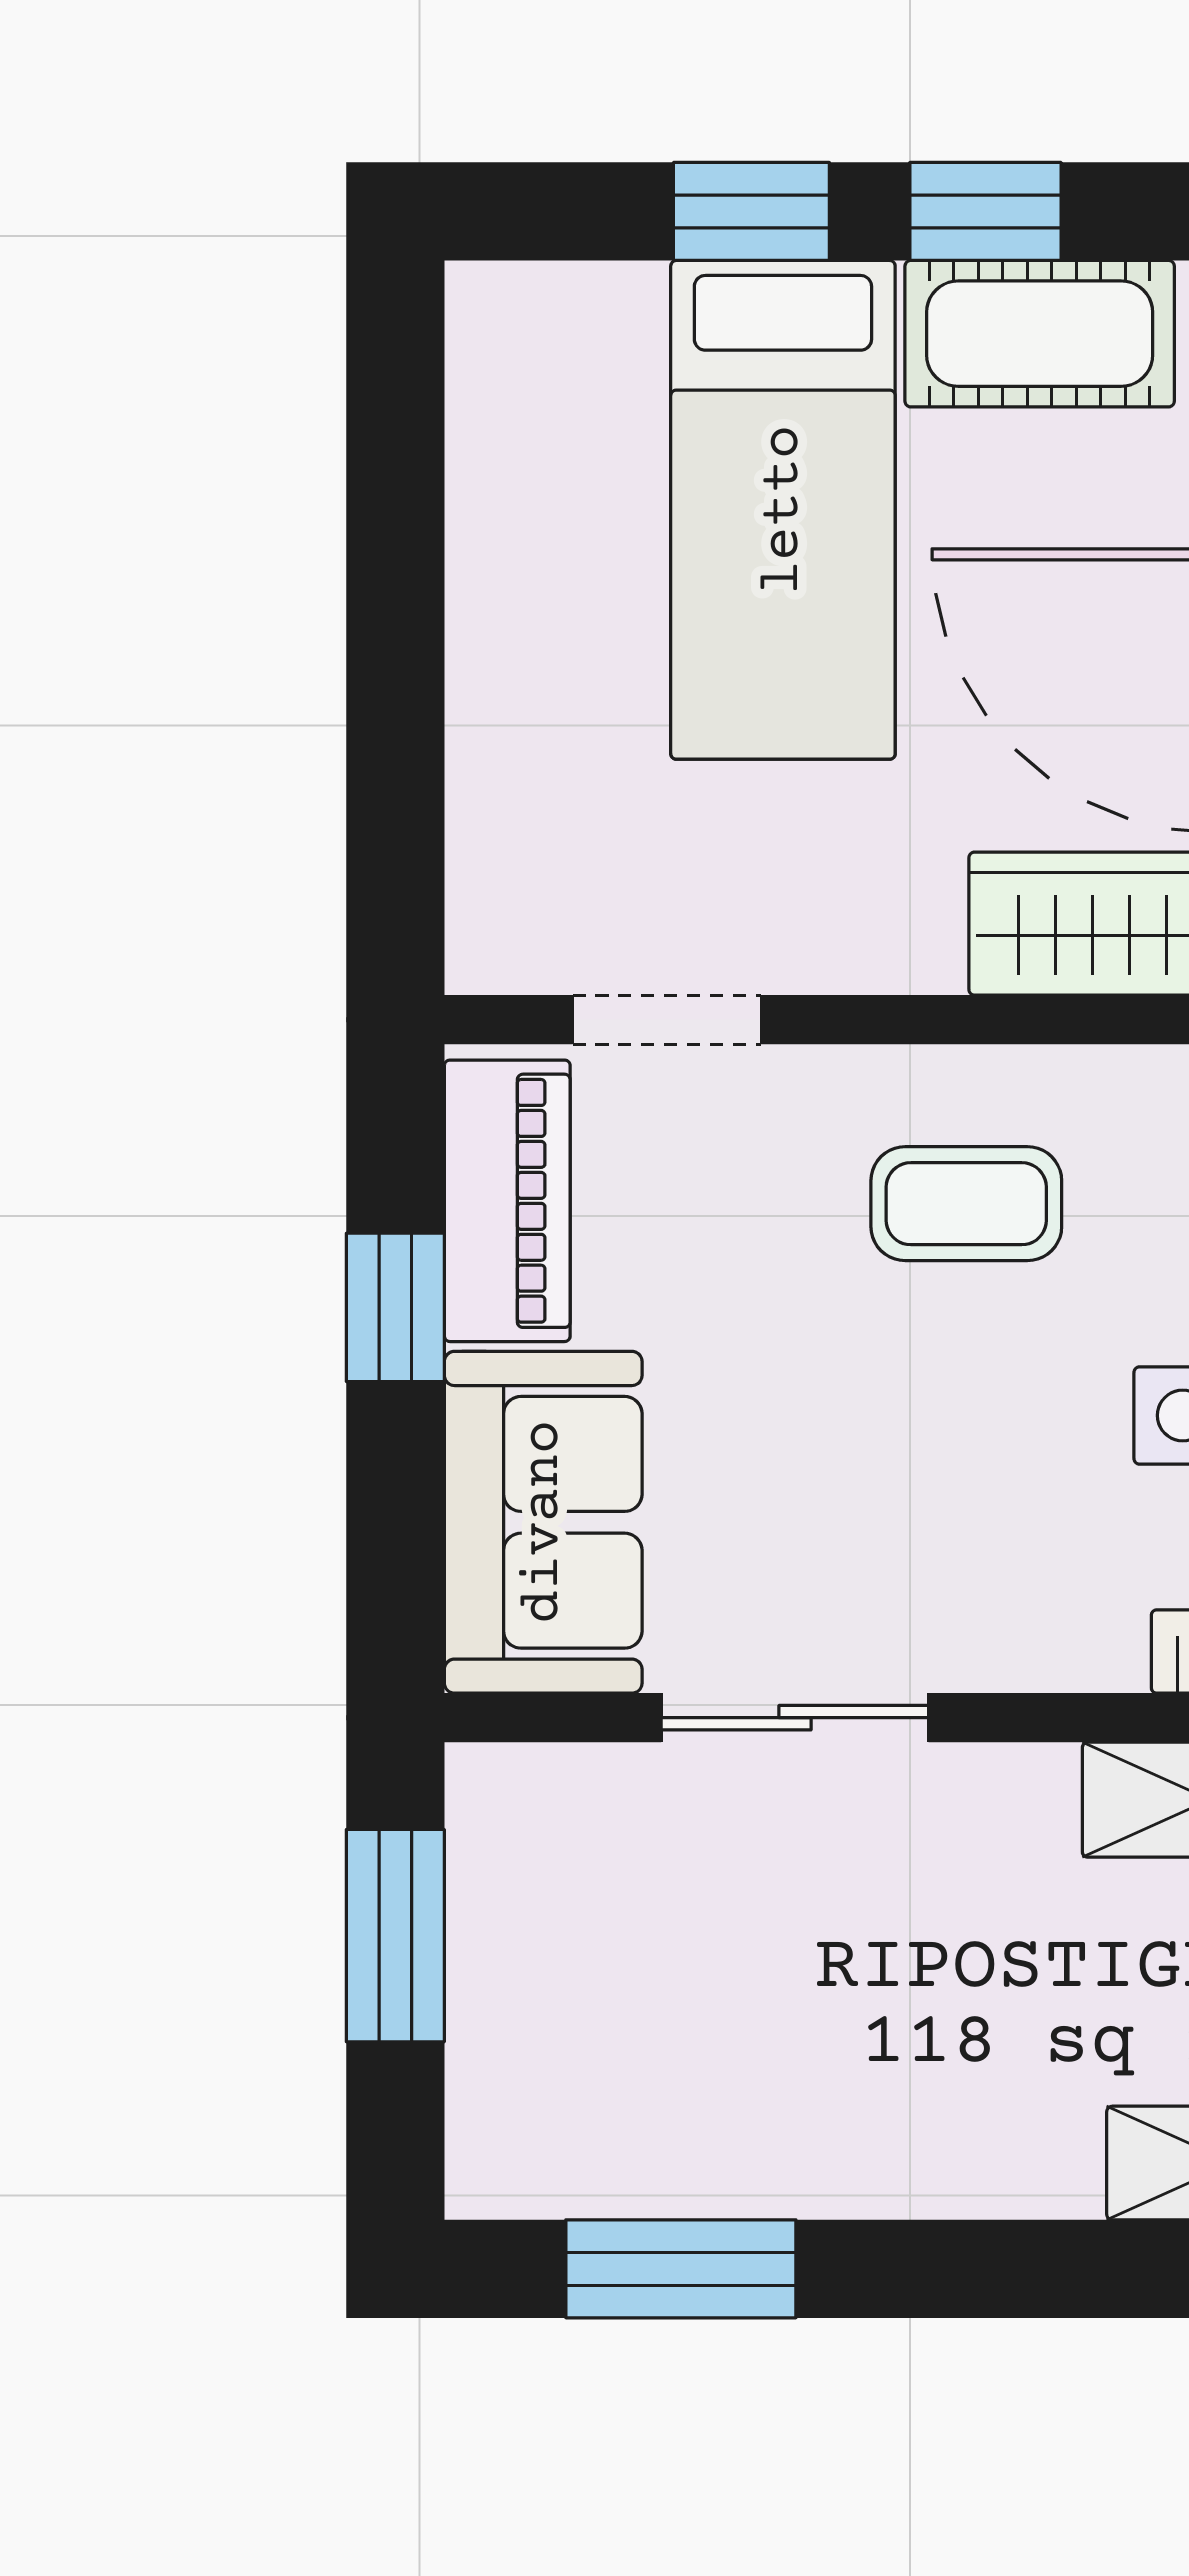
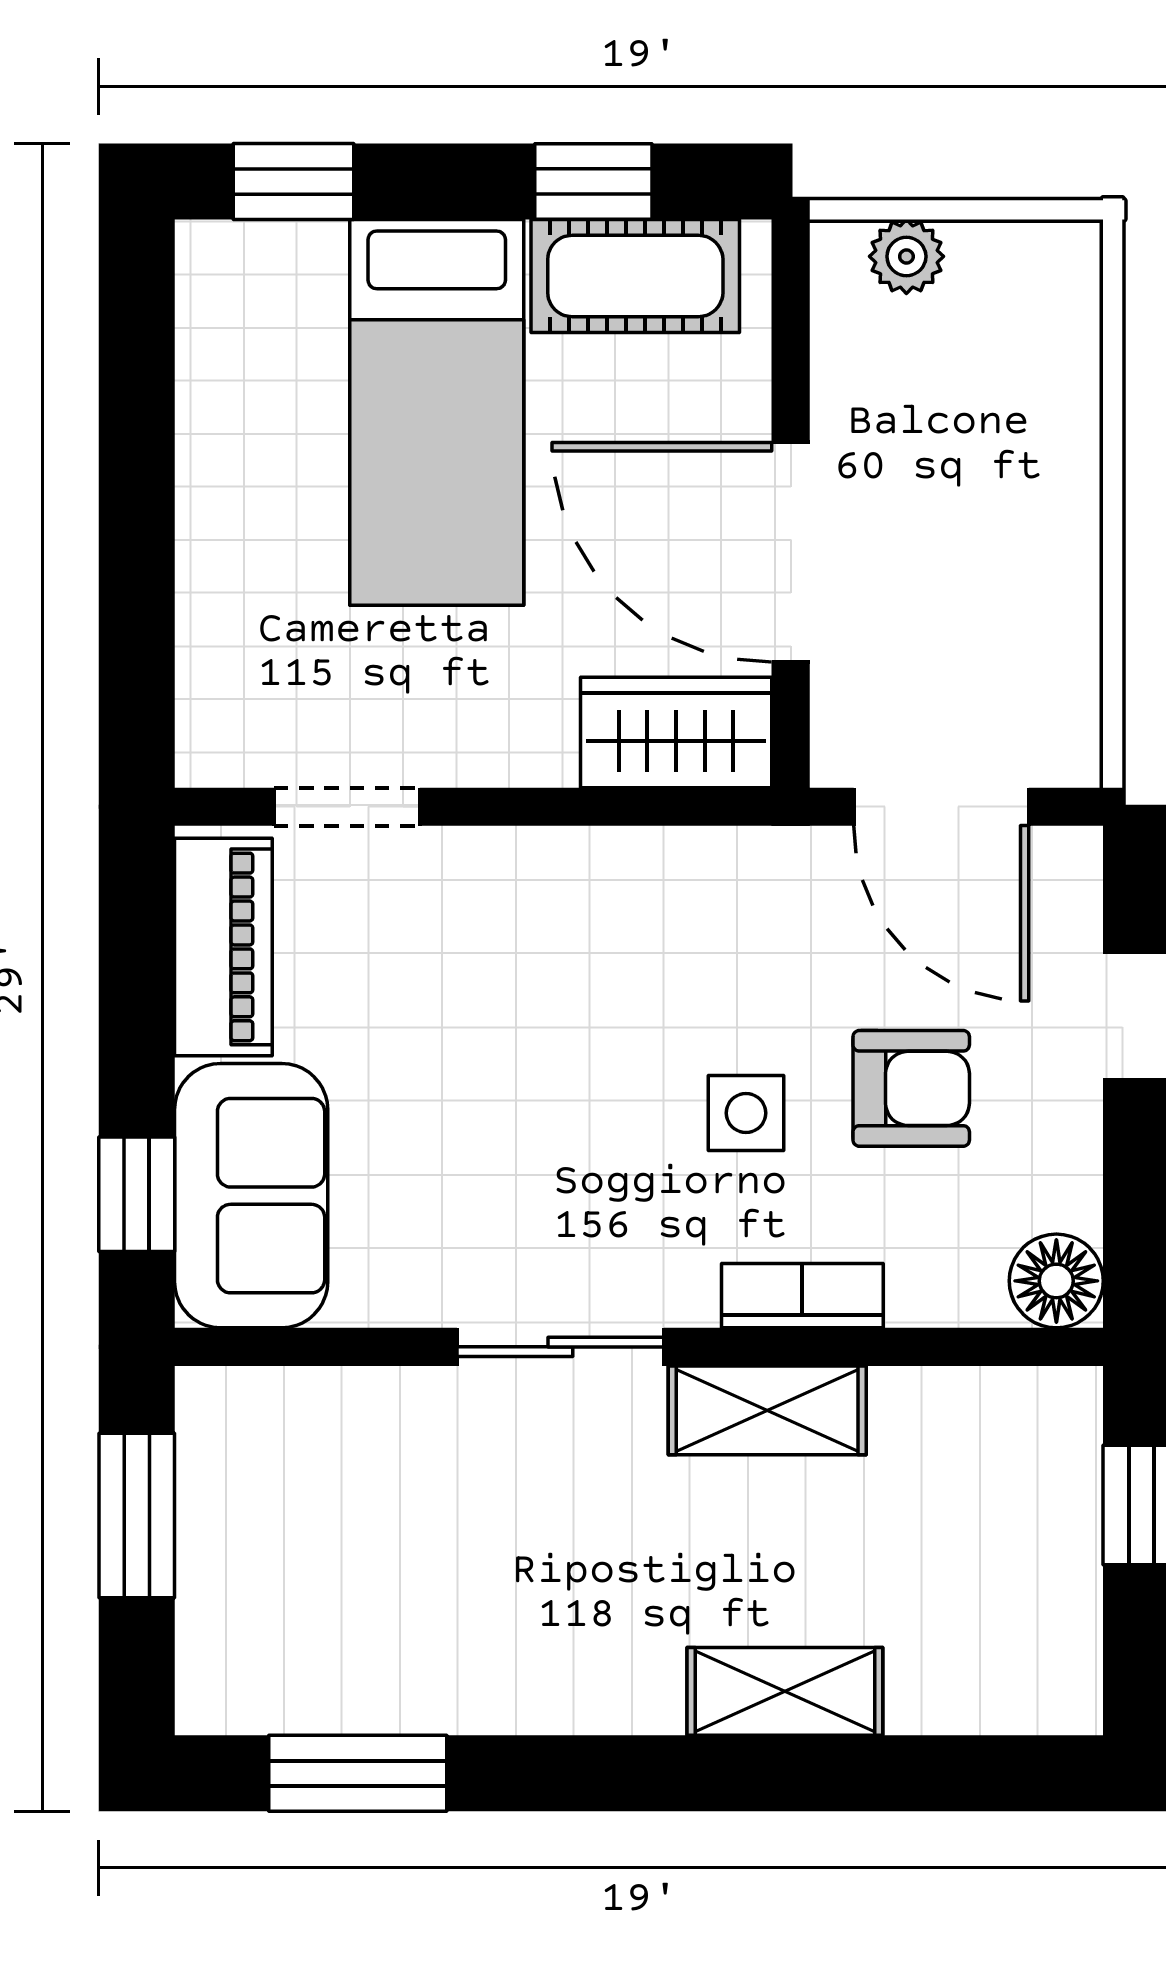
window: (751, 211) -> (294, 181), moved
coffee table: (966, 1204) -> (579, 949), removed
window: (395, 1307) -> (137, 1194), moved
sliding door: (795, 1718) -> (560, 1347), moved

